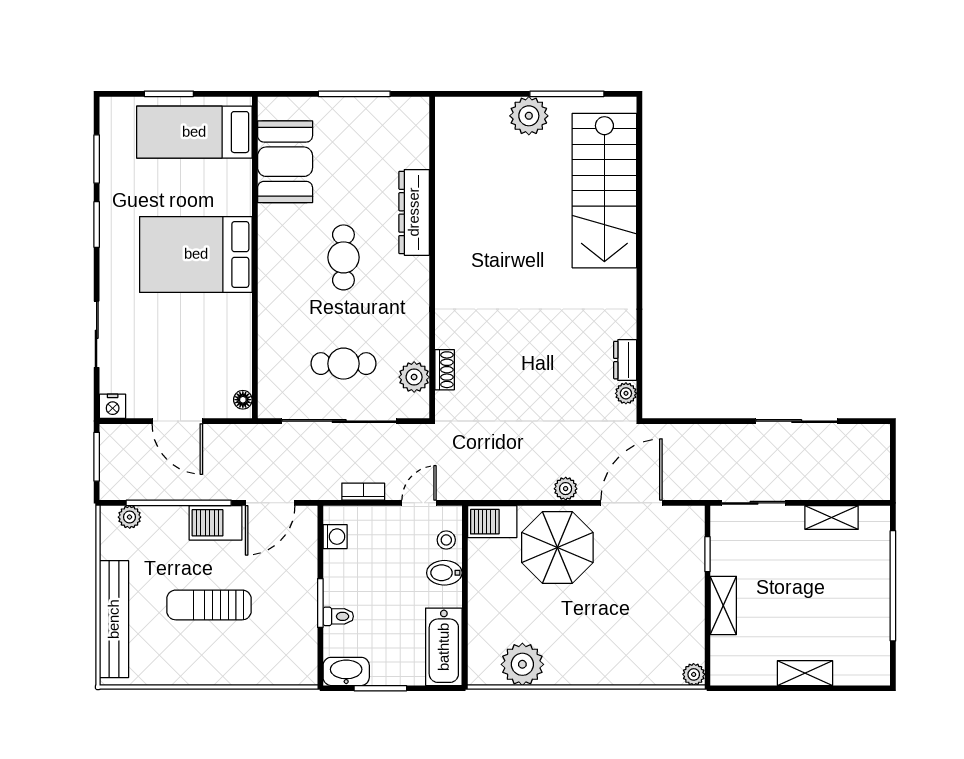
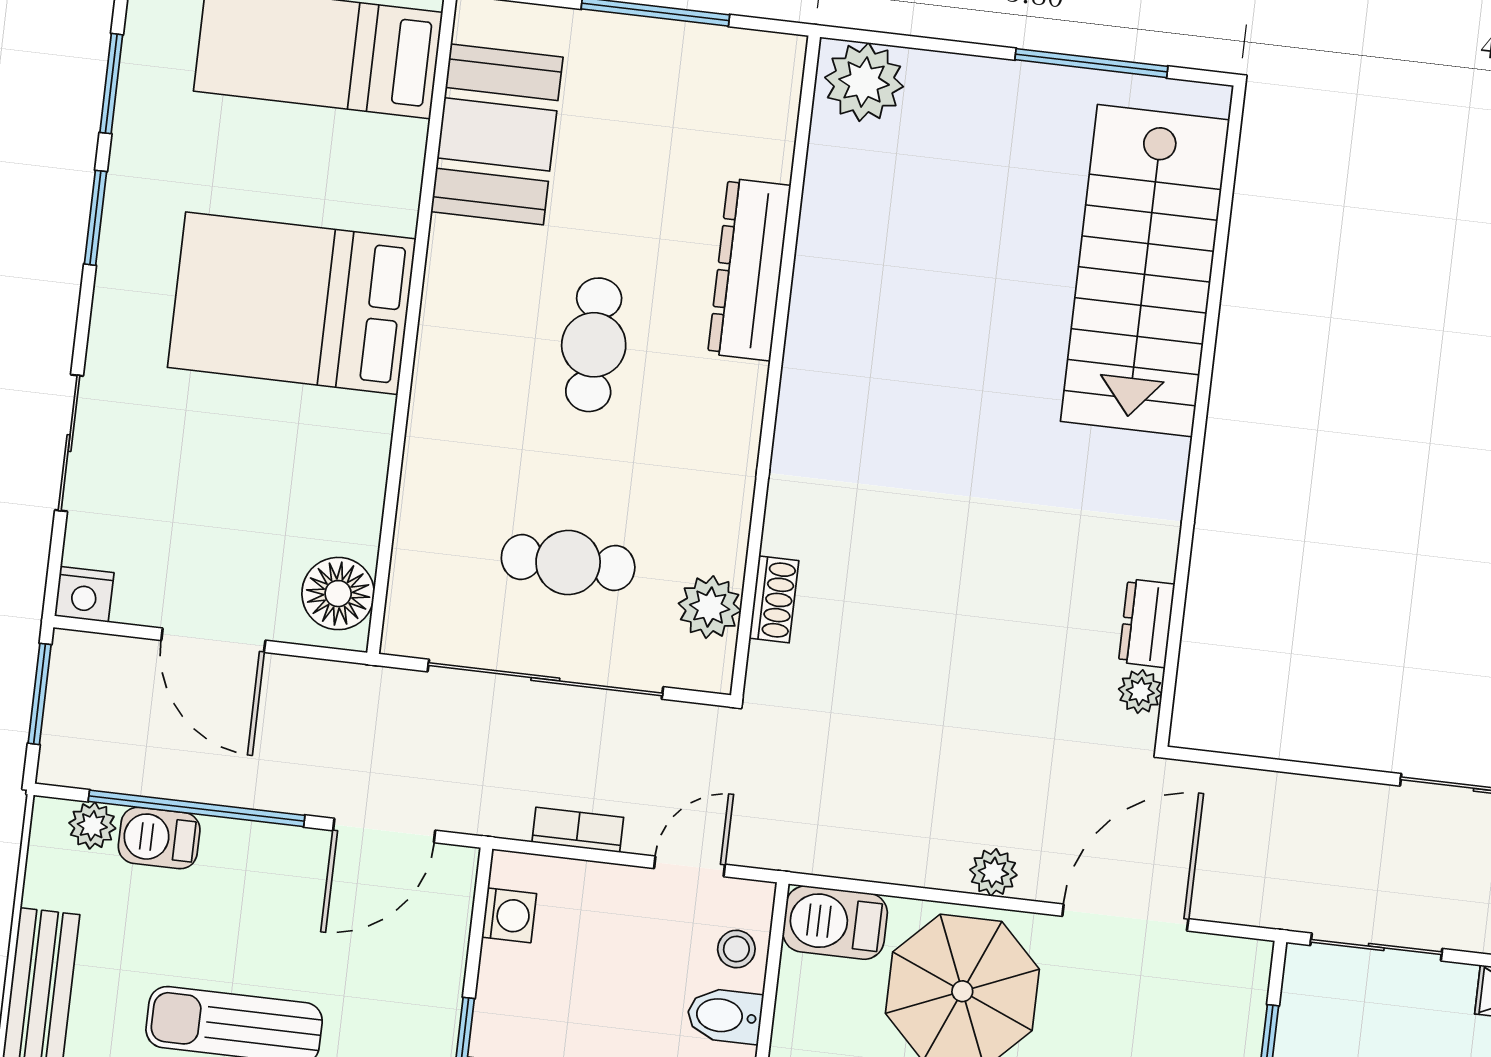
plant: (529, 116) -> (864, 82), moved
floor lamp: (243, 400) -> (338, 594), width x1.89, depth x1.89
barbecue: (215, 523) -> (159, 838), moved, width x0.73, depth x0.79

